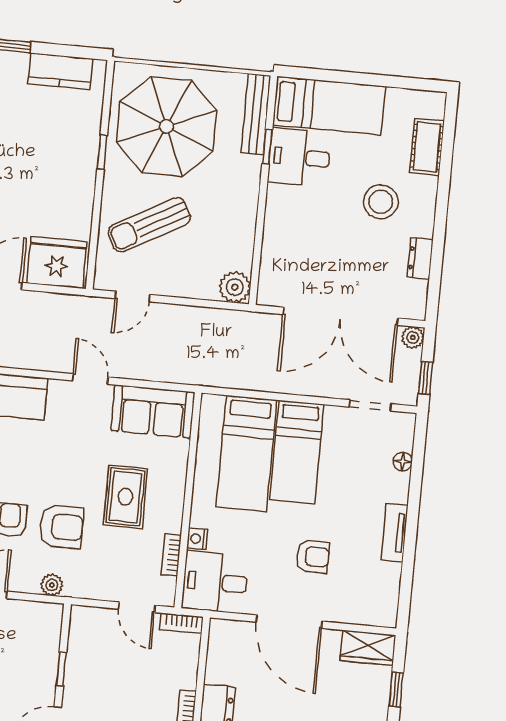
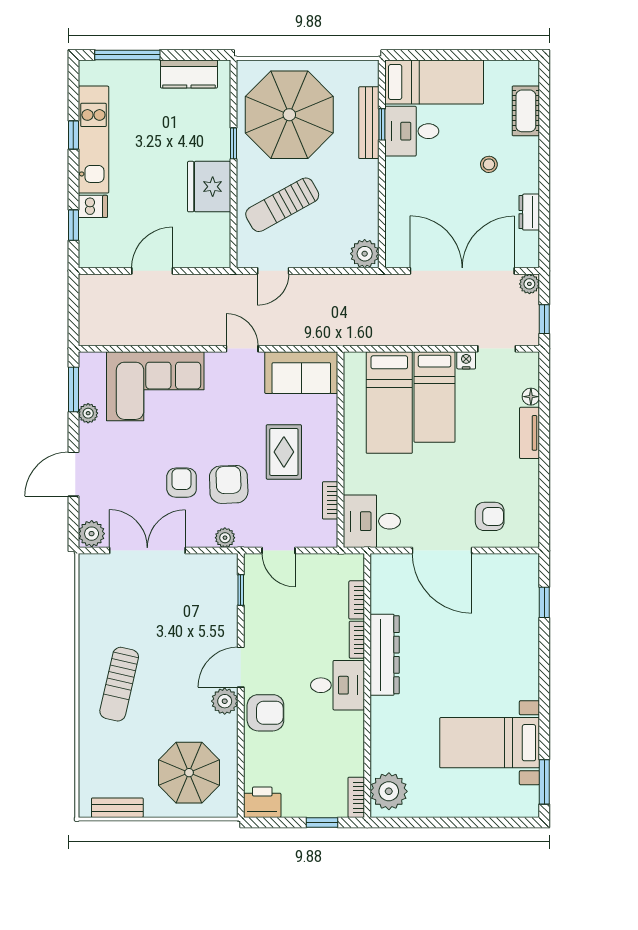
bench: (256, 114) -> (369, 123), moved
stool: (381, 202) -> (489, 164), width x0.53, depth x0.53
fridge: (57, 262) -> (209, 187), moved, turned -90
double door: (340, 316) -> (462, 271), swing flipped
armchair: (61, 527) -> (229, 484), turned -92
tv unit: (395, 533) -> (530, 433), moved
nightstand: (197, 539) -> (466, 360), moved, turned 90
armchair: (313, 556) -> (490, 516), moved
door: (137, 607) -> (279, 551), moved
bookcase: (181, 623) -> (357, 600), moved, turned 90
wardrobe: (368, 648) -> (515, 567), removed
window: (61, 669) -> (241, 590), moved

